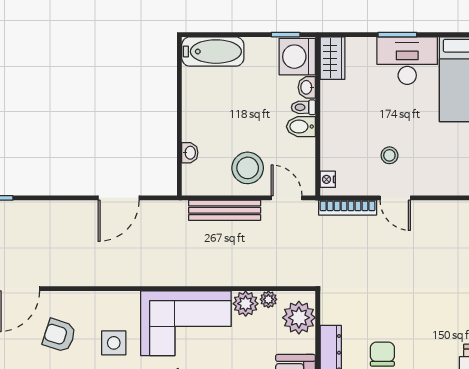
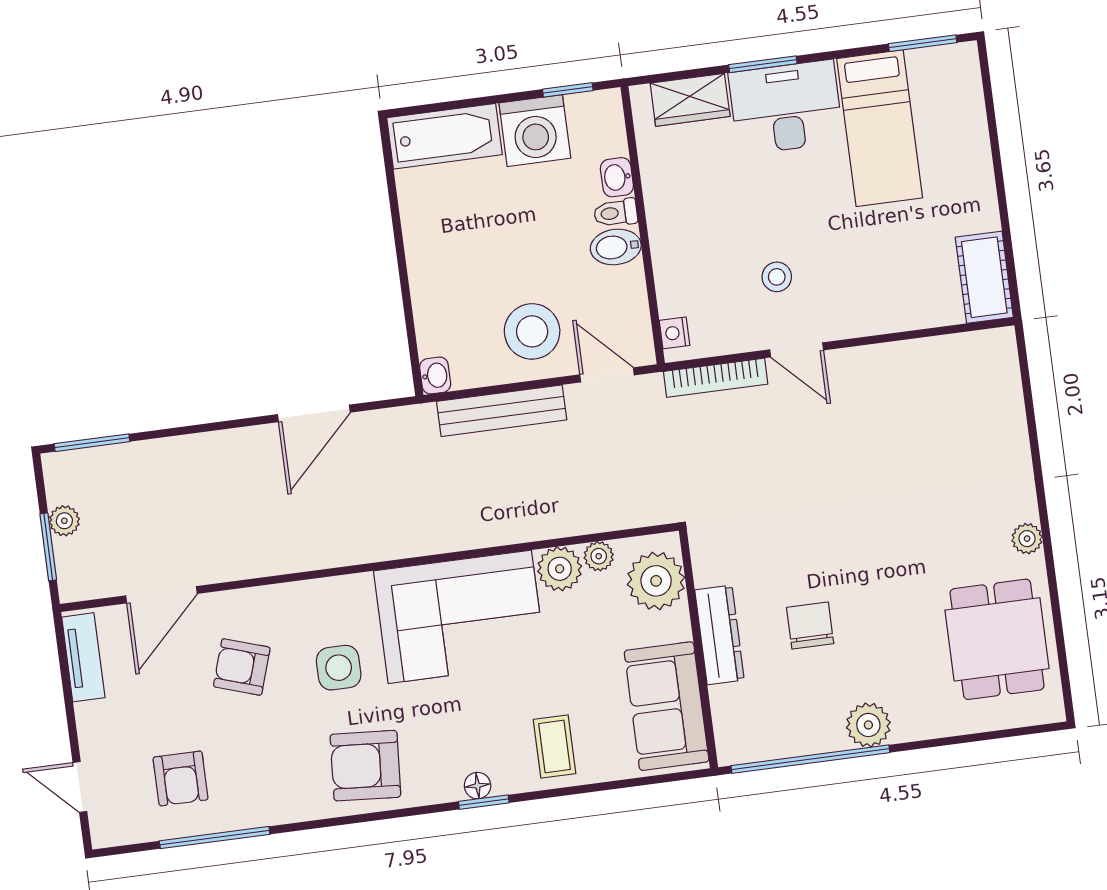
washing machine: (297, 57) -> (535, 131), moved, turned -90
wardrobe: (332, 58) -> (690, 100), moved, turned 90
washbasin: (190, 153) -> (435, 376), moved

